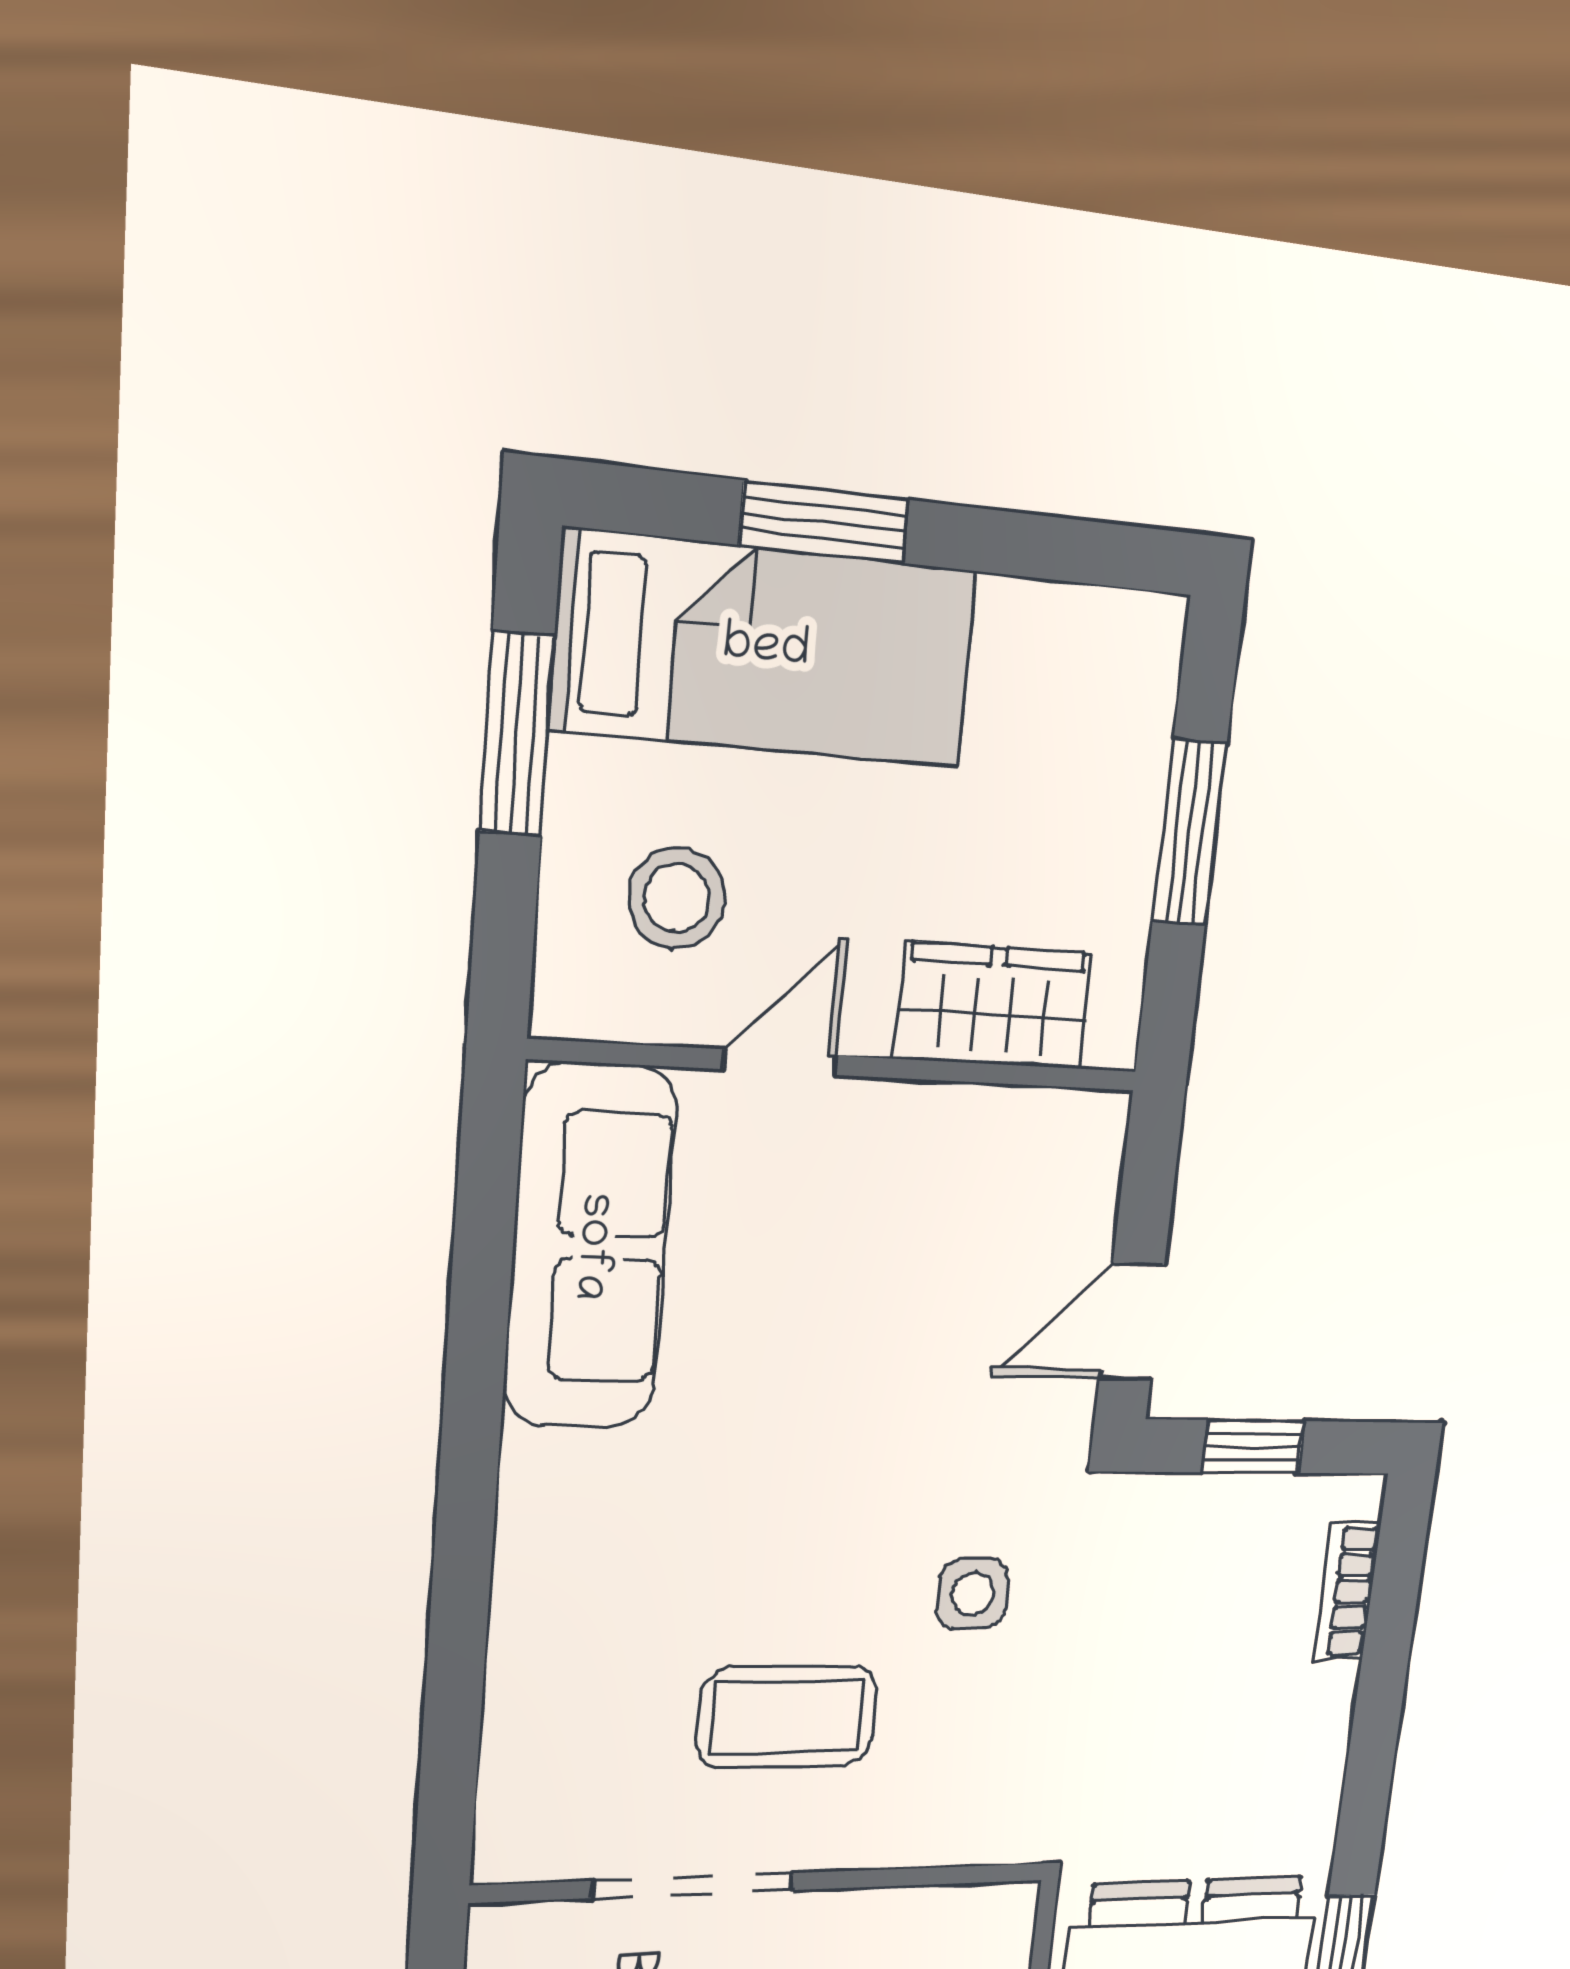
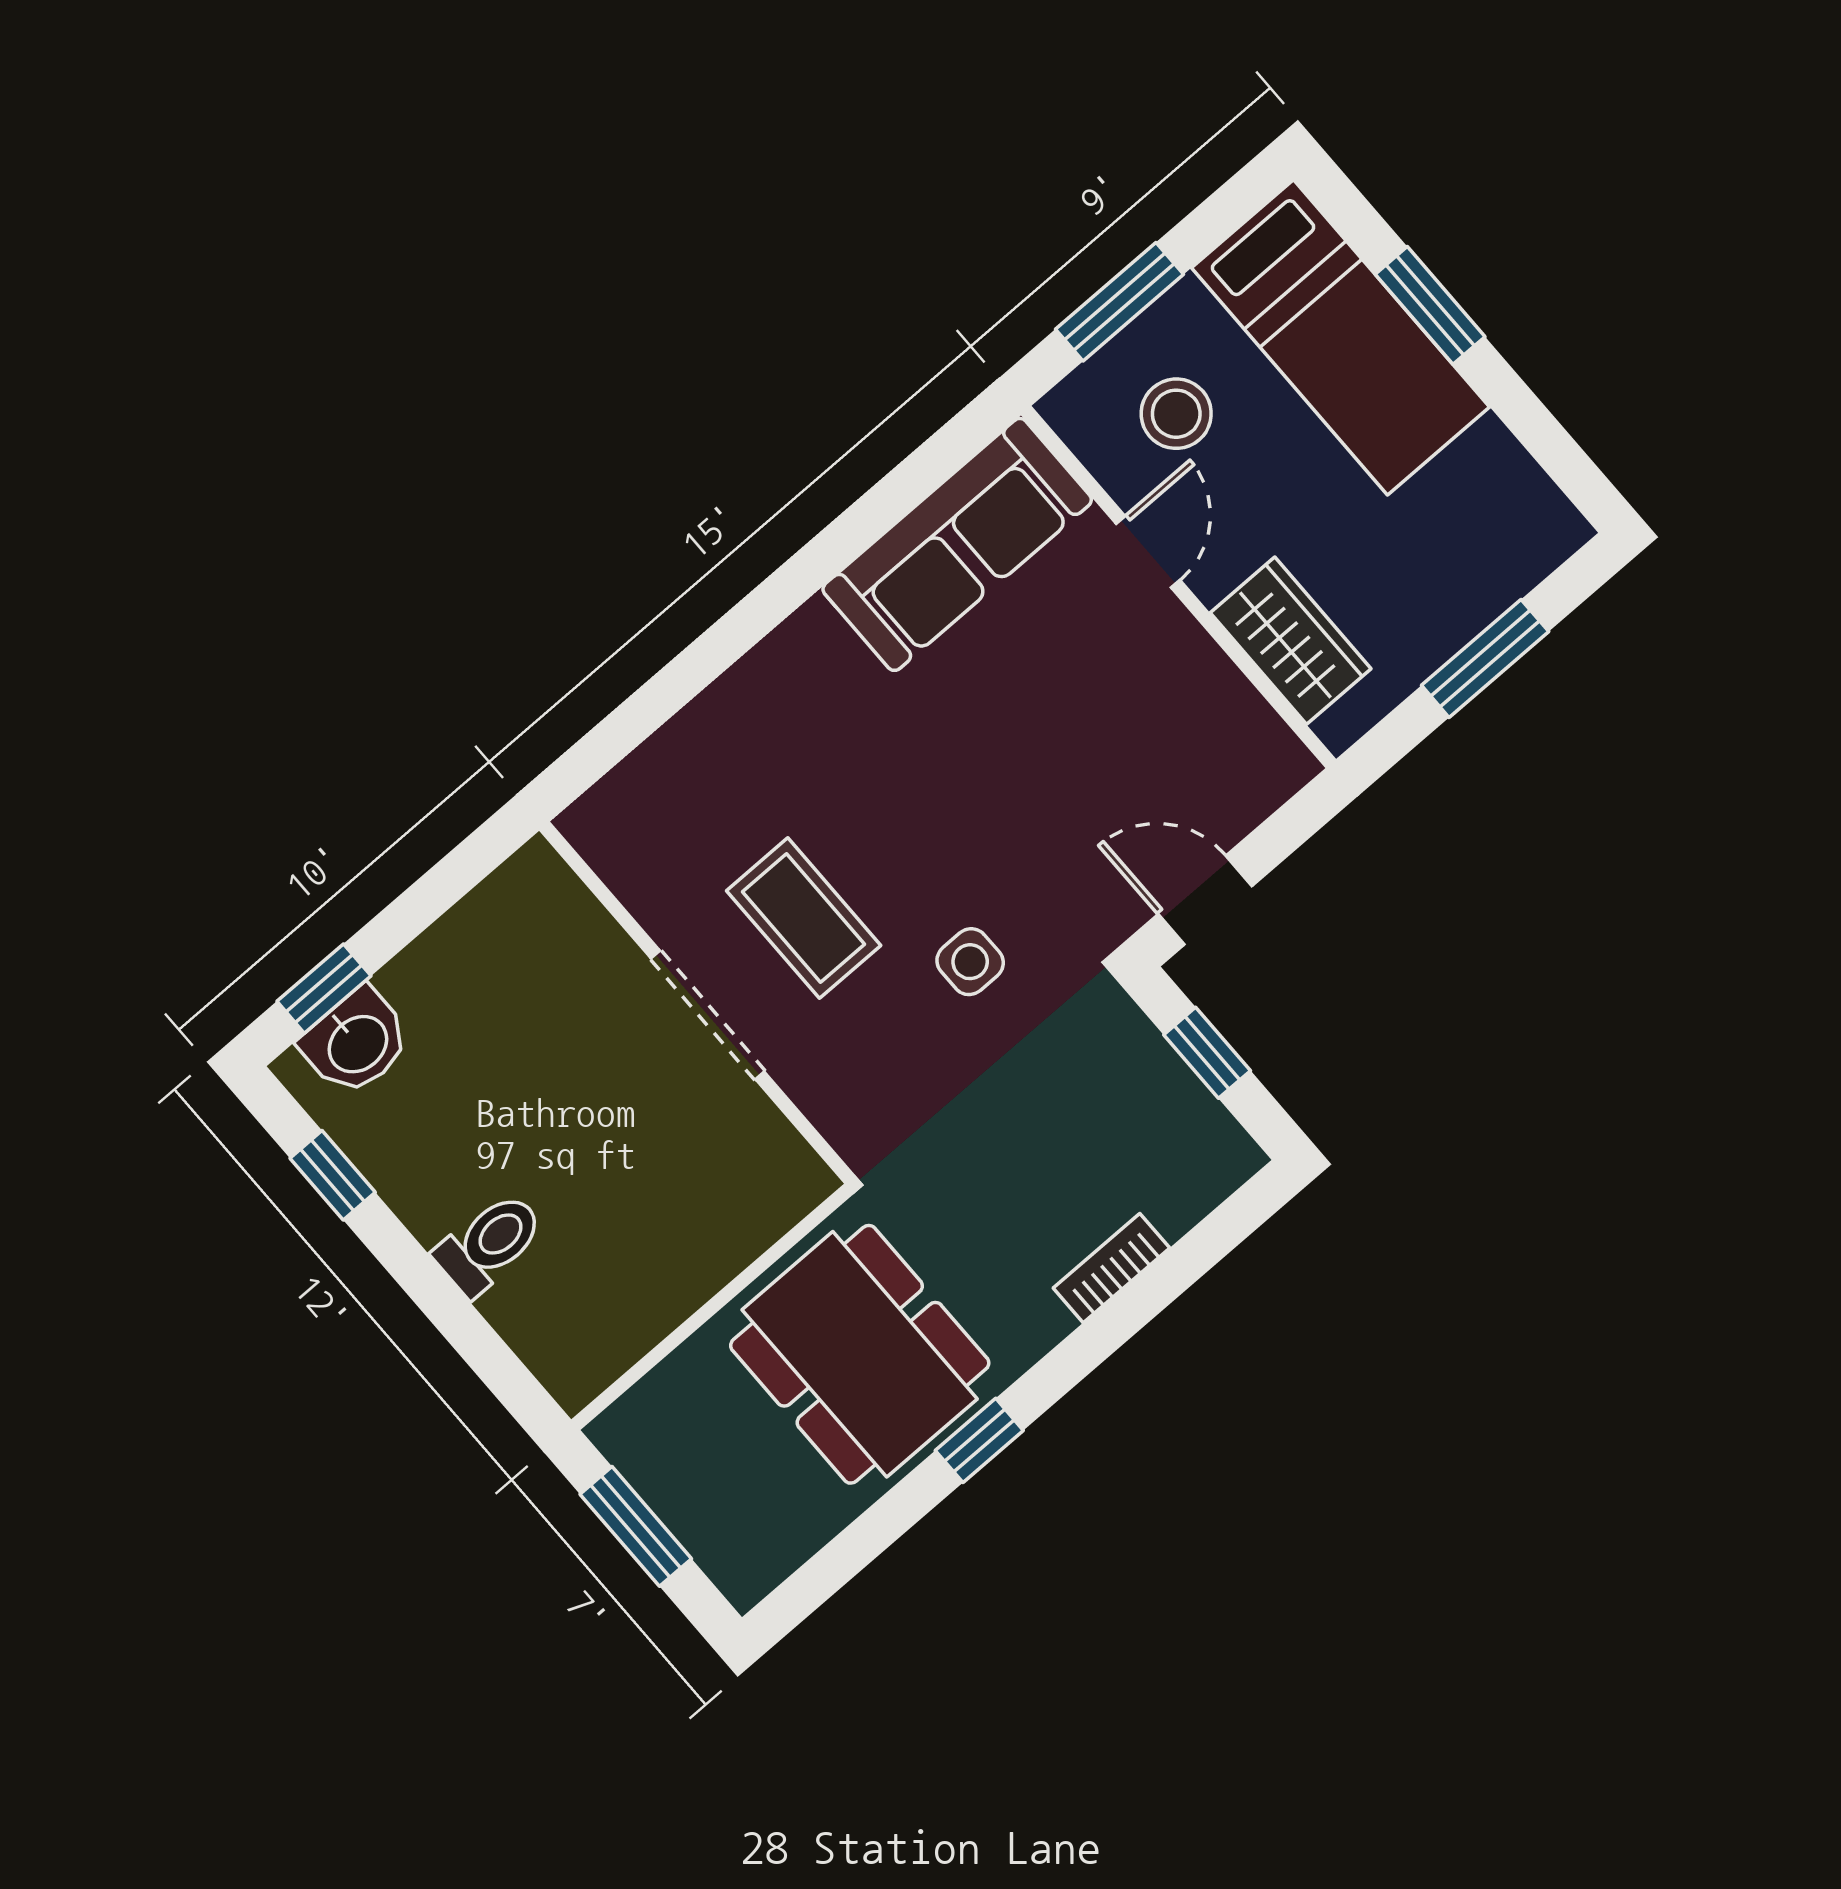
window: (517, 734) -> (1120, 302), moved
door: (780, 1062) -> (1148, 552), hinge flipped
bookcase: (1347, 1591) -> (1111, 1268), moved
doorway: (693, 1885) -> (708, 1015), moved

